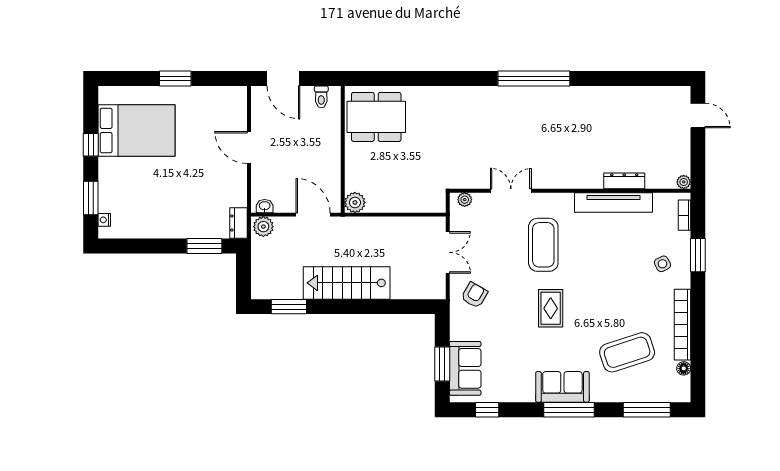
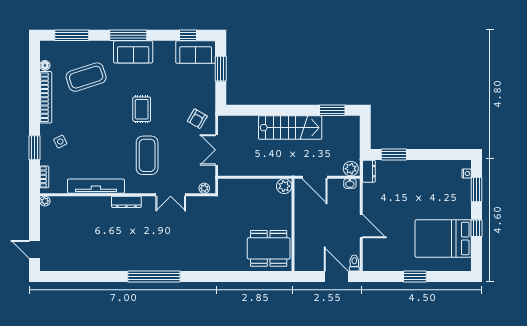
toilet: (321, 97) -> (354, 263), moved
dresser: (624, 181) -> (126, 202), moved
sofa: (465, 368) -> (196, 52), moved, turned -90

